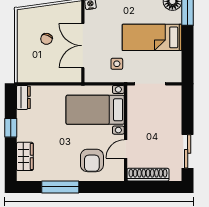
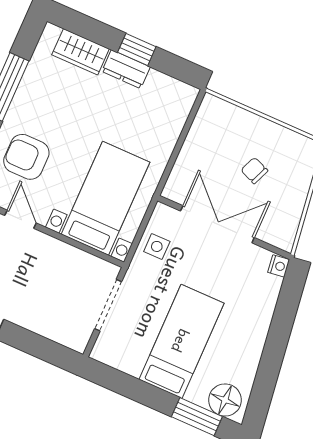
side table: (117, 64) -> (157, 246), moved
dresser: (23, 97) -> (126, 69), moved

